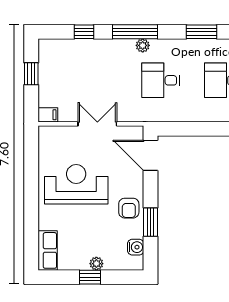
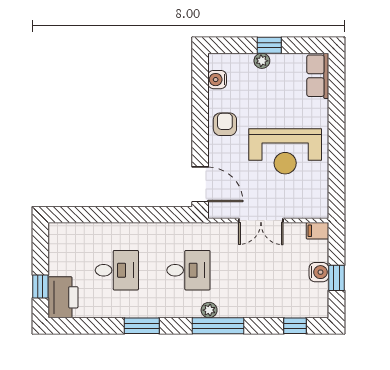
window: (84, 32) -> (295, 326), moved
water cooler: (47, 79) -> (319, 272), added
window: (151, 222) -> (200, 108), removed

